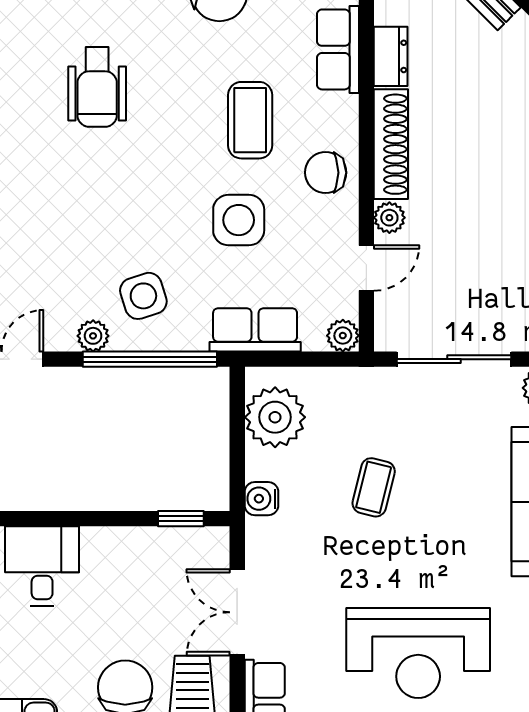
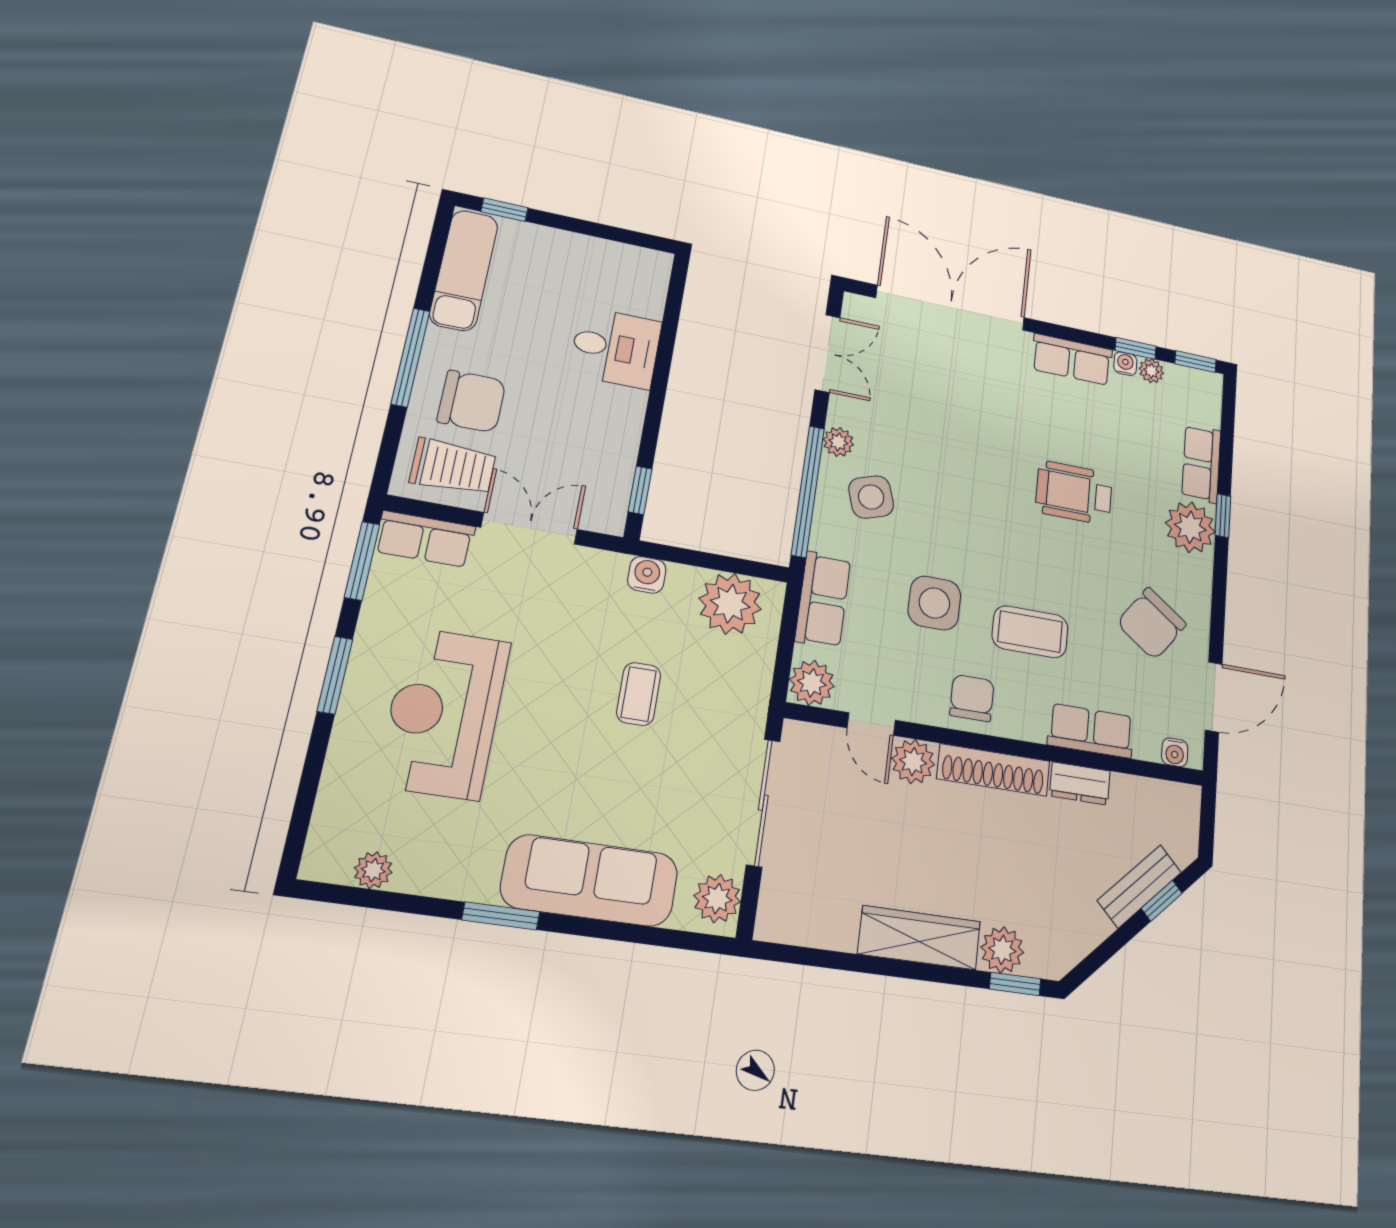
plant: (389, 218) -> (913, 762), width x1.38, depth x1.38
plant: (343, 336) -> (812, 683), width x1.38, depth x1.38
coffee table: (374, 487) -> (639, 694), turned 76

